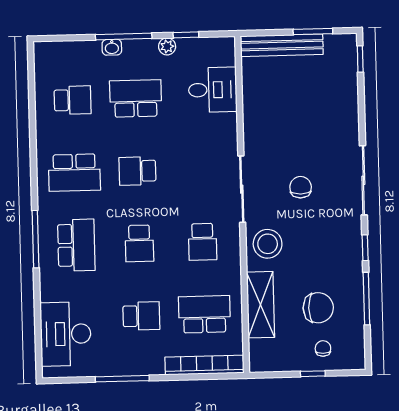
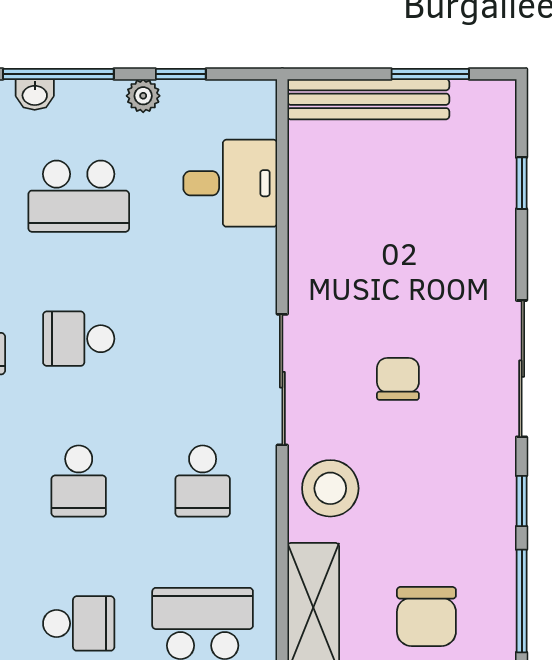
window: (360, 59) -> (522, 183), moved
school desk: (136, 98) -> (79, 196), turned 180
chair: (318, 308) -> (426, 616), turned 90

